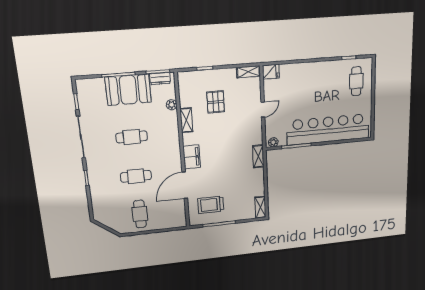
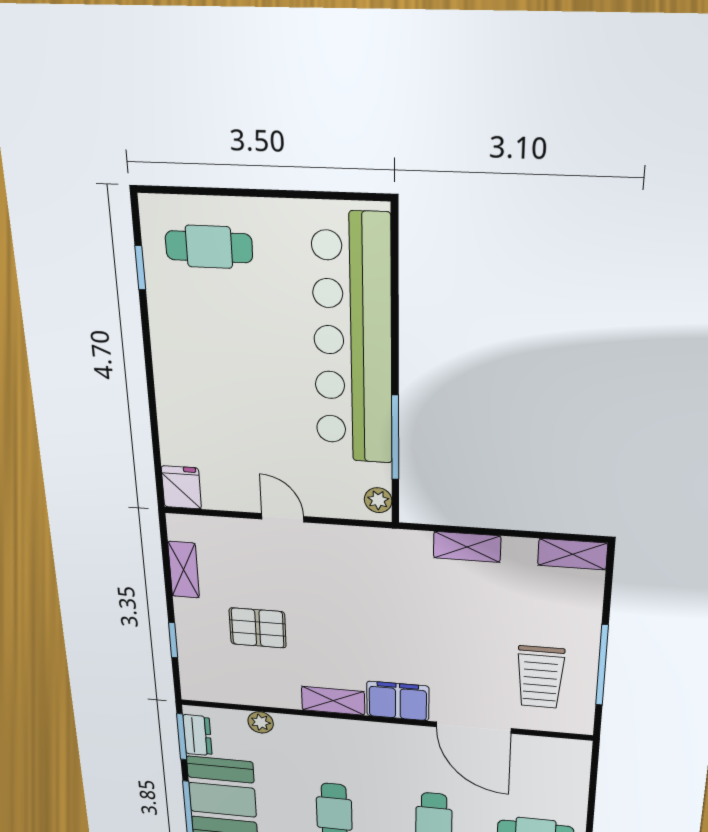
shelving: (248, 72) -> (184, 570), moved
shelving: (186, 120) -> (333, 701), moved
shelving: (258, 156) -> (467, 547), moved

